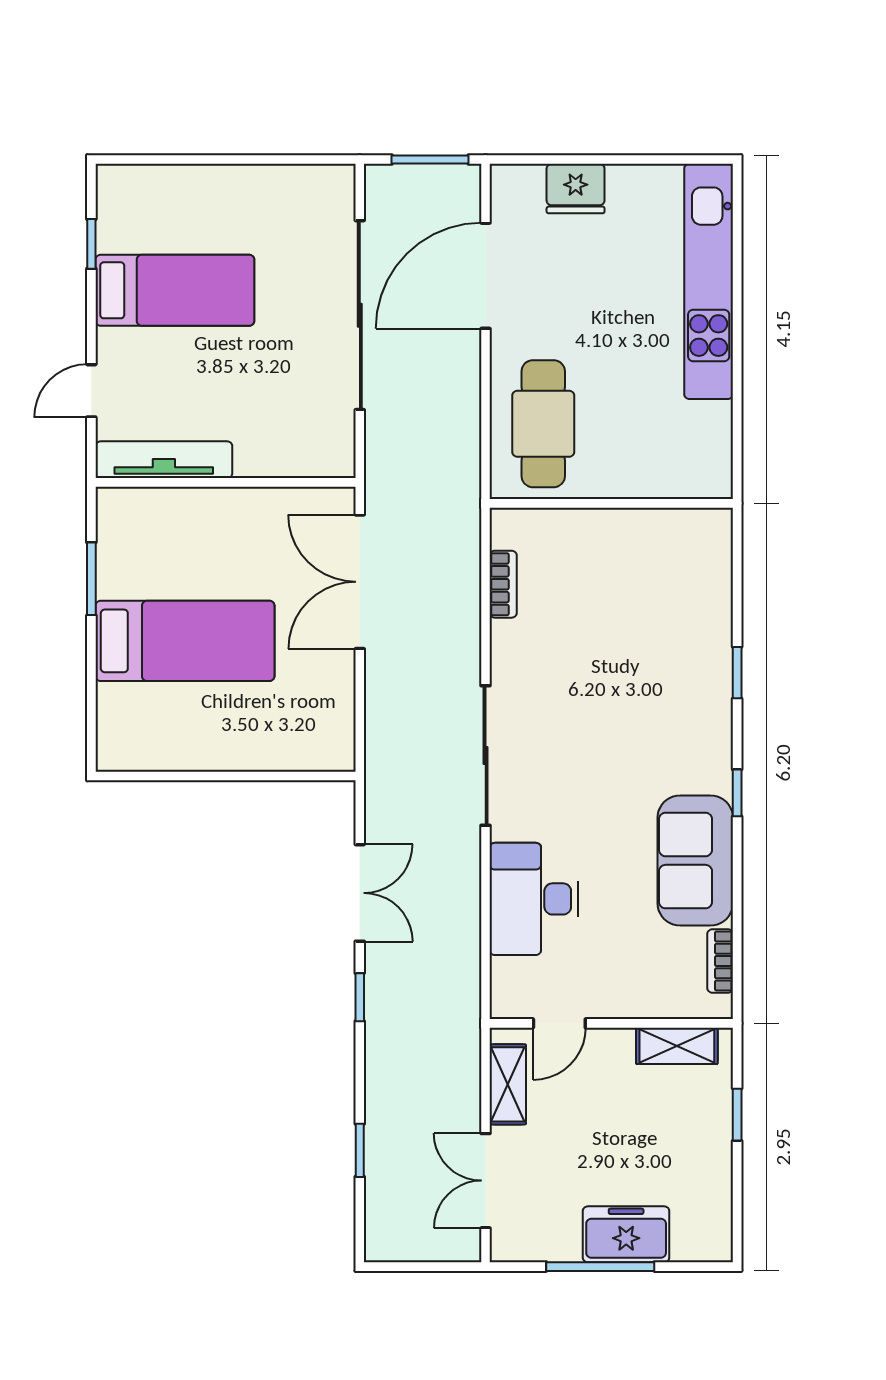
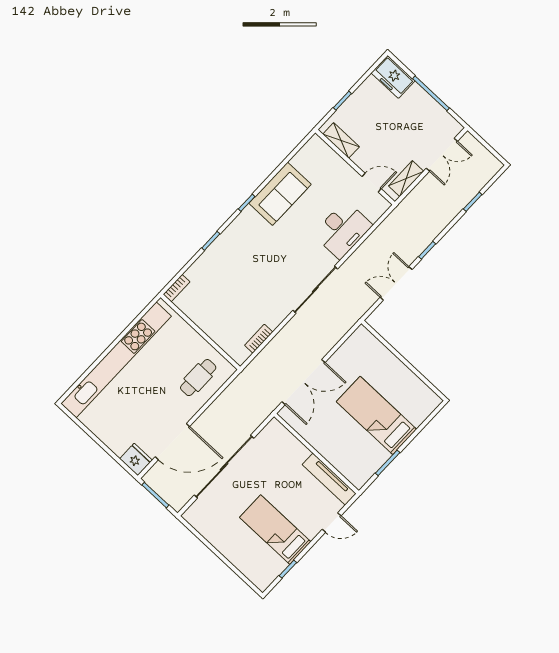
fridge: (576, 189) -> (136, 459), moved
kitchen unit: (709, 281) -> (116, 360), width x1.36
cafe table: (543, 424) -> (198, 378), width x0.73, depth x0.74
bookcase: (720, 961) -> (177, 288), moved
freezer: (626, 1234) -> (393, 77), moved

